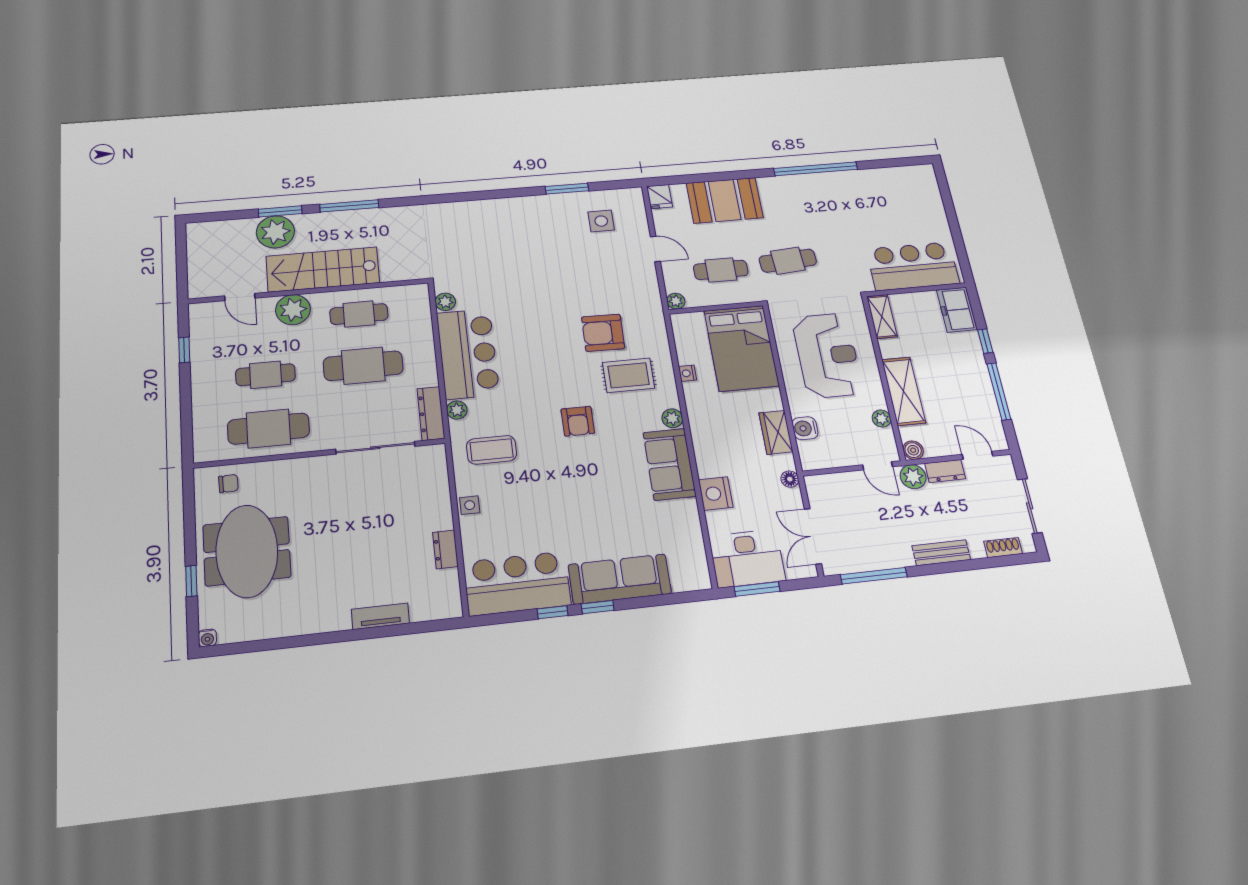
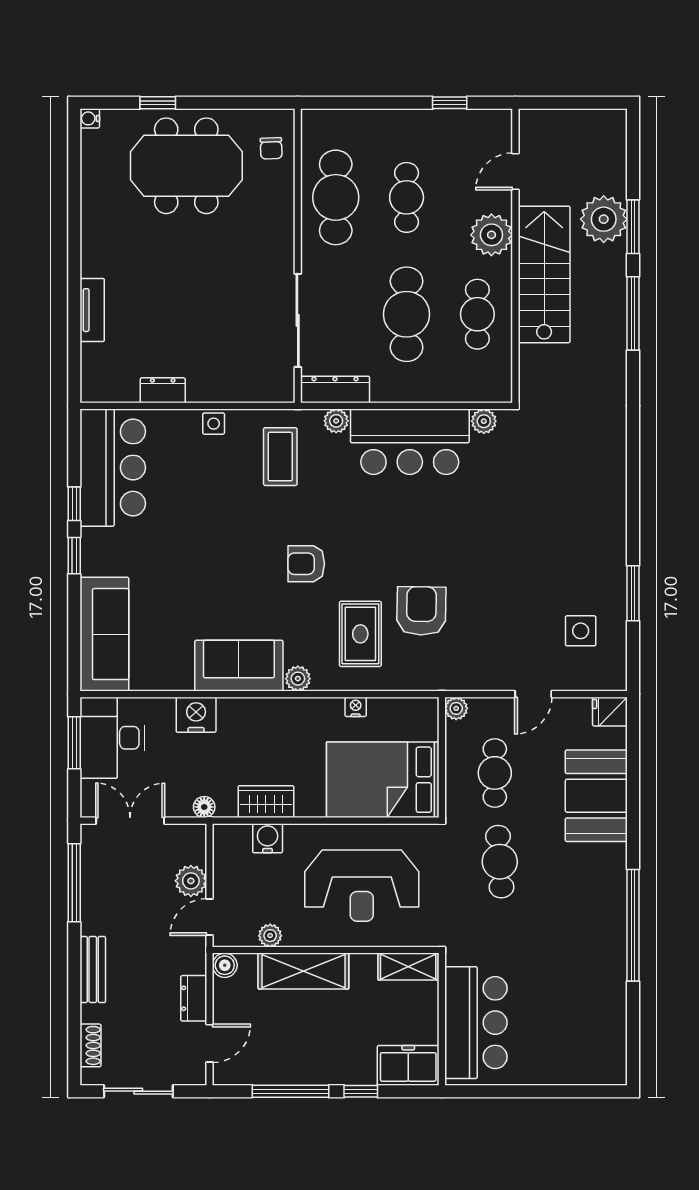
plant: (913, 477) -> (191, 881), moved
sofa: (620, 579) -> (104, 634), moved

